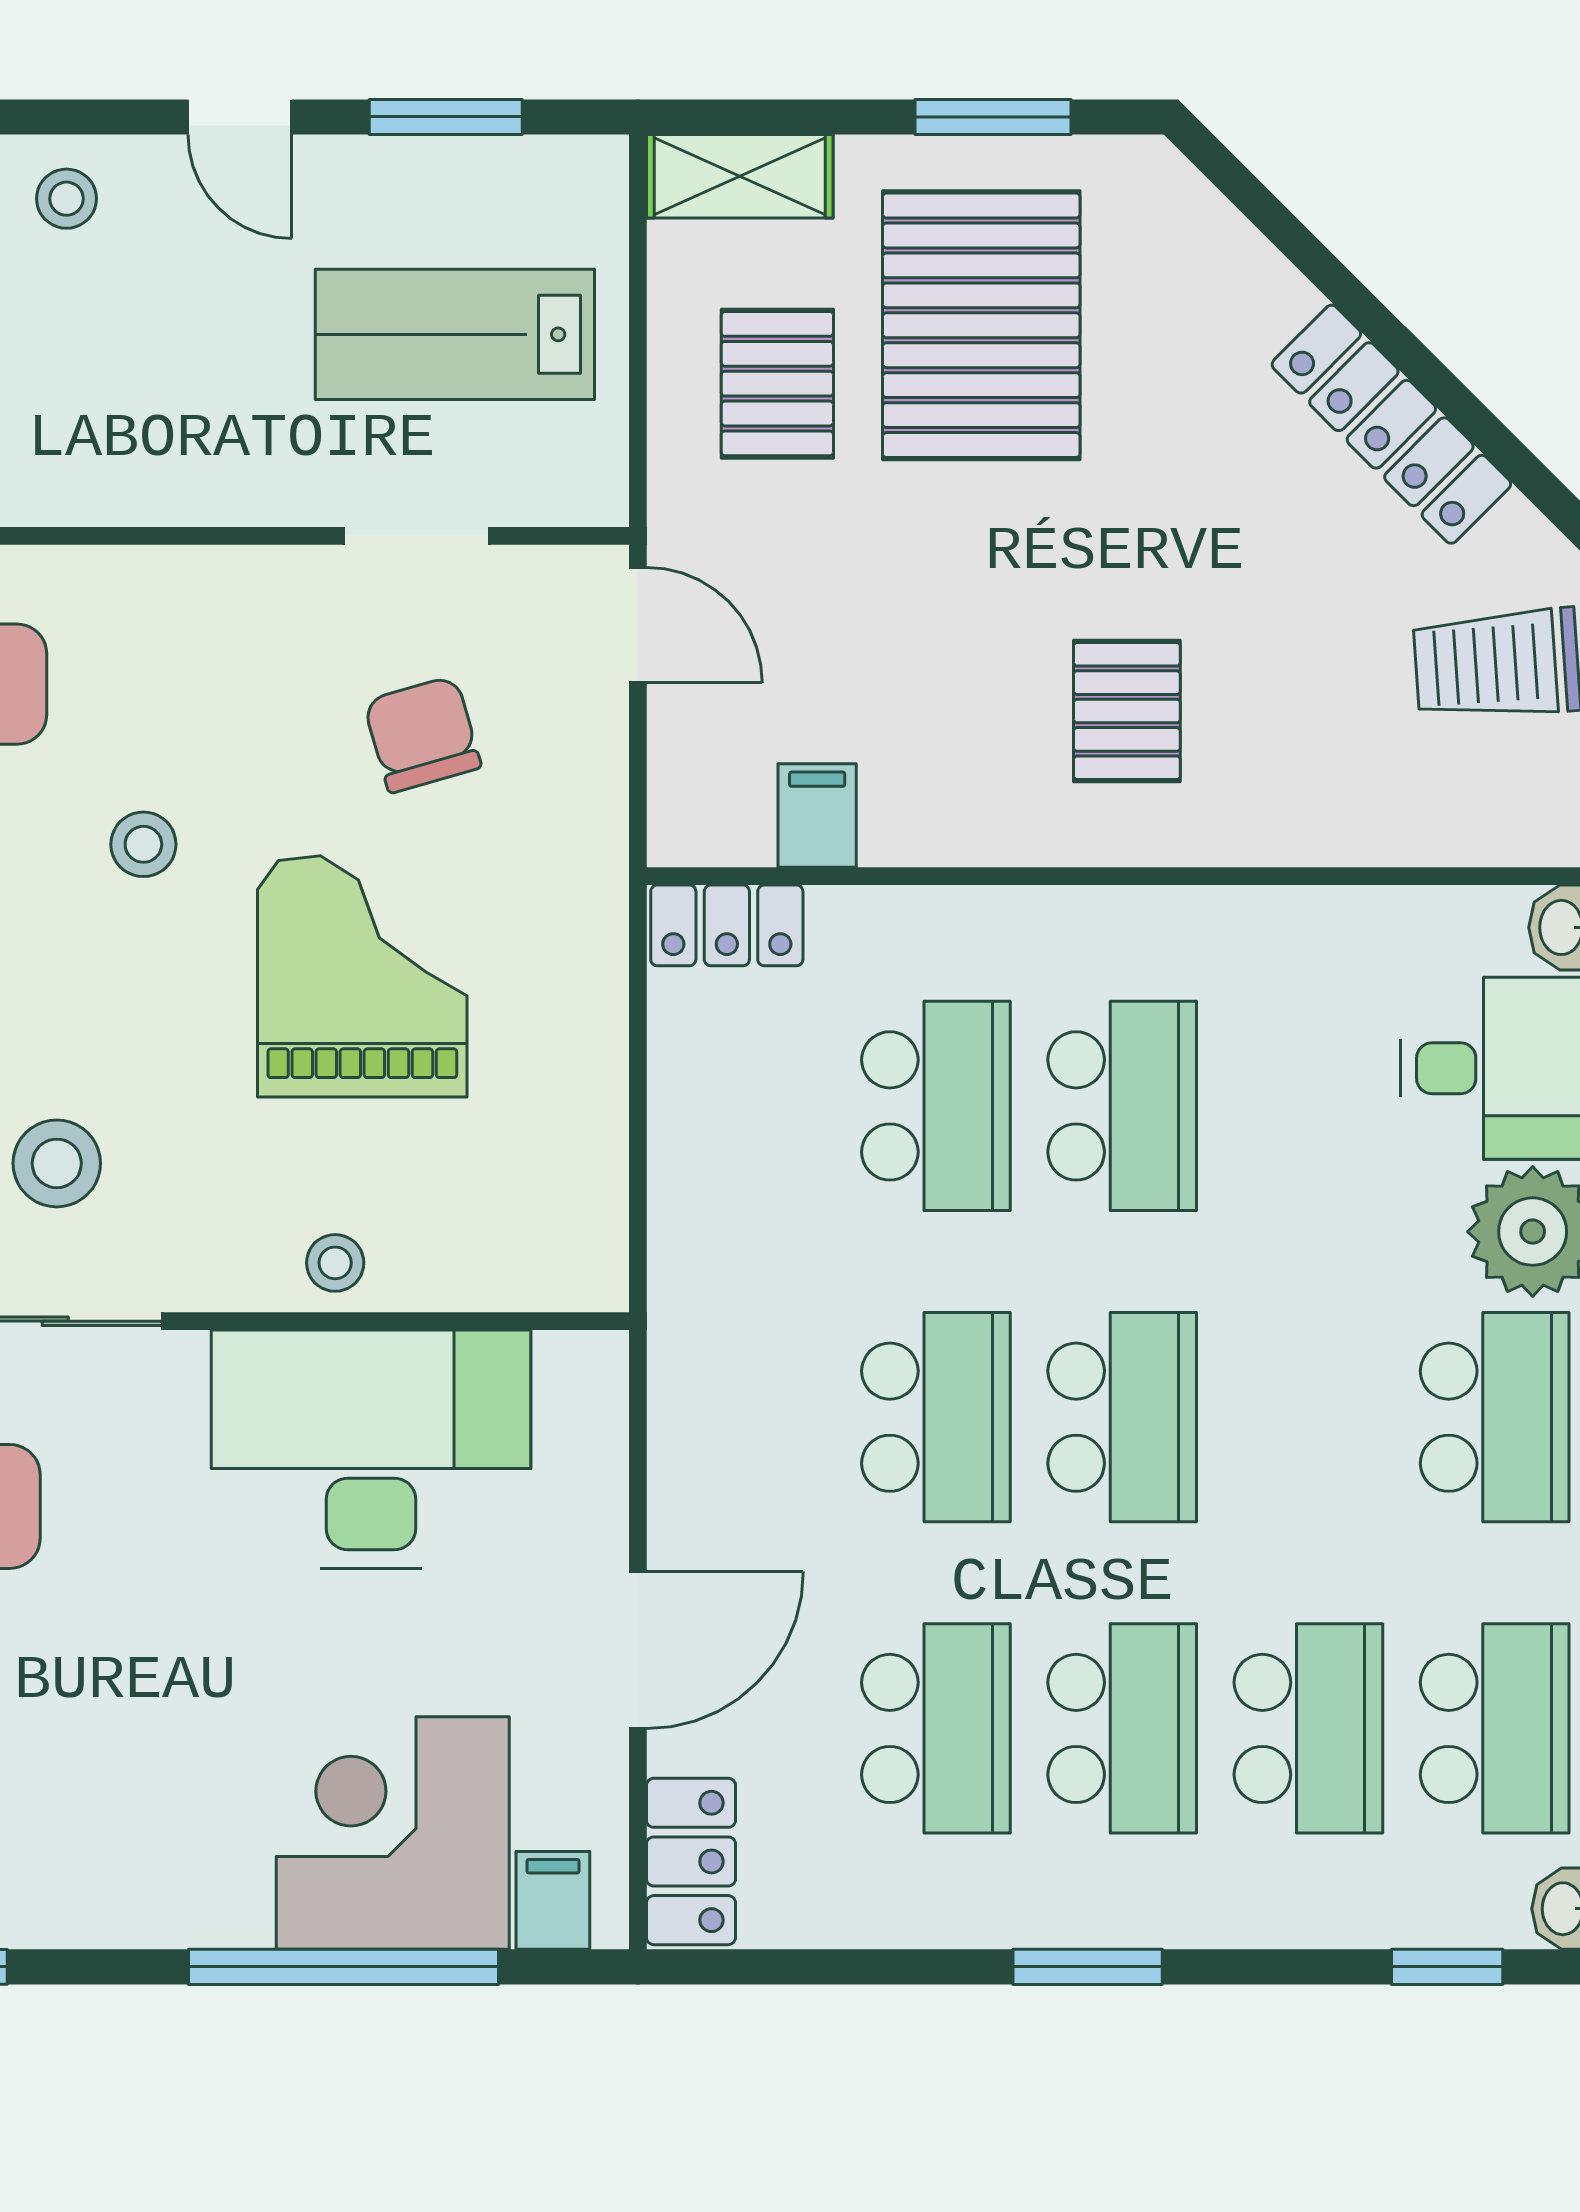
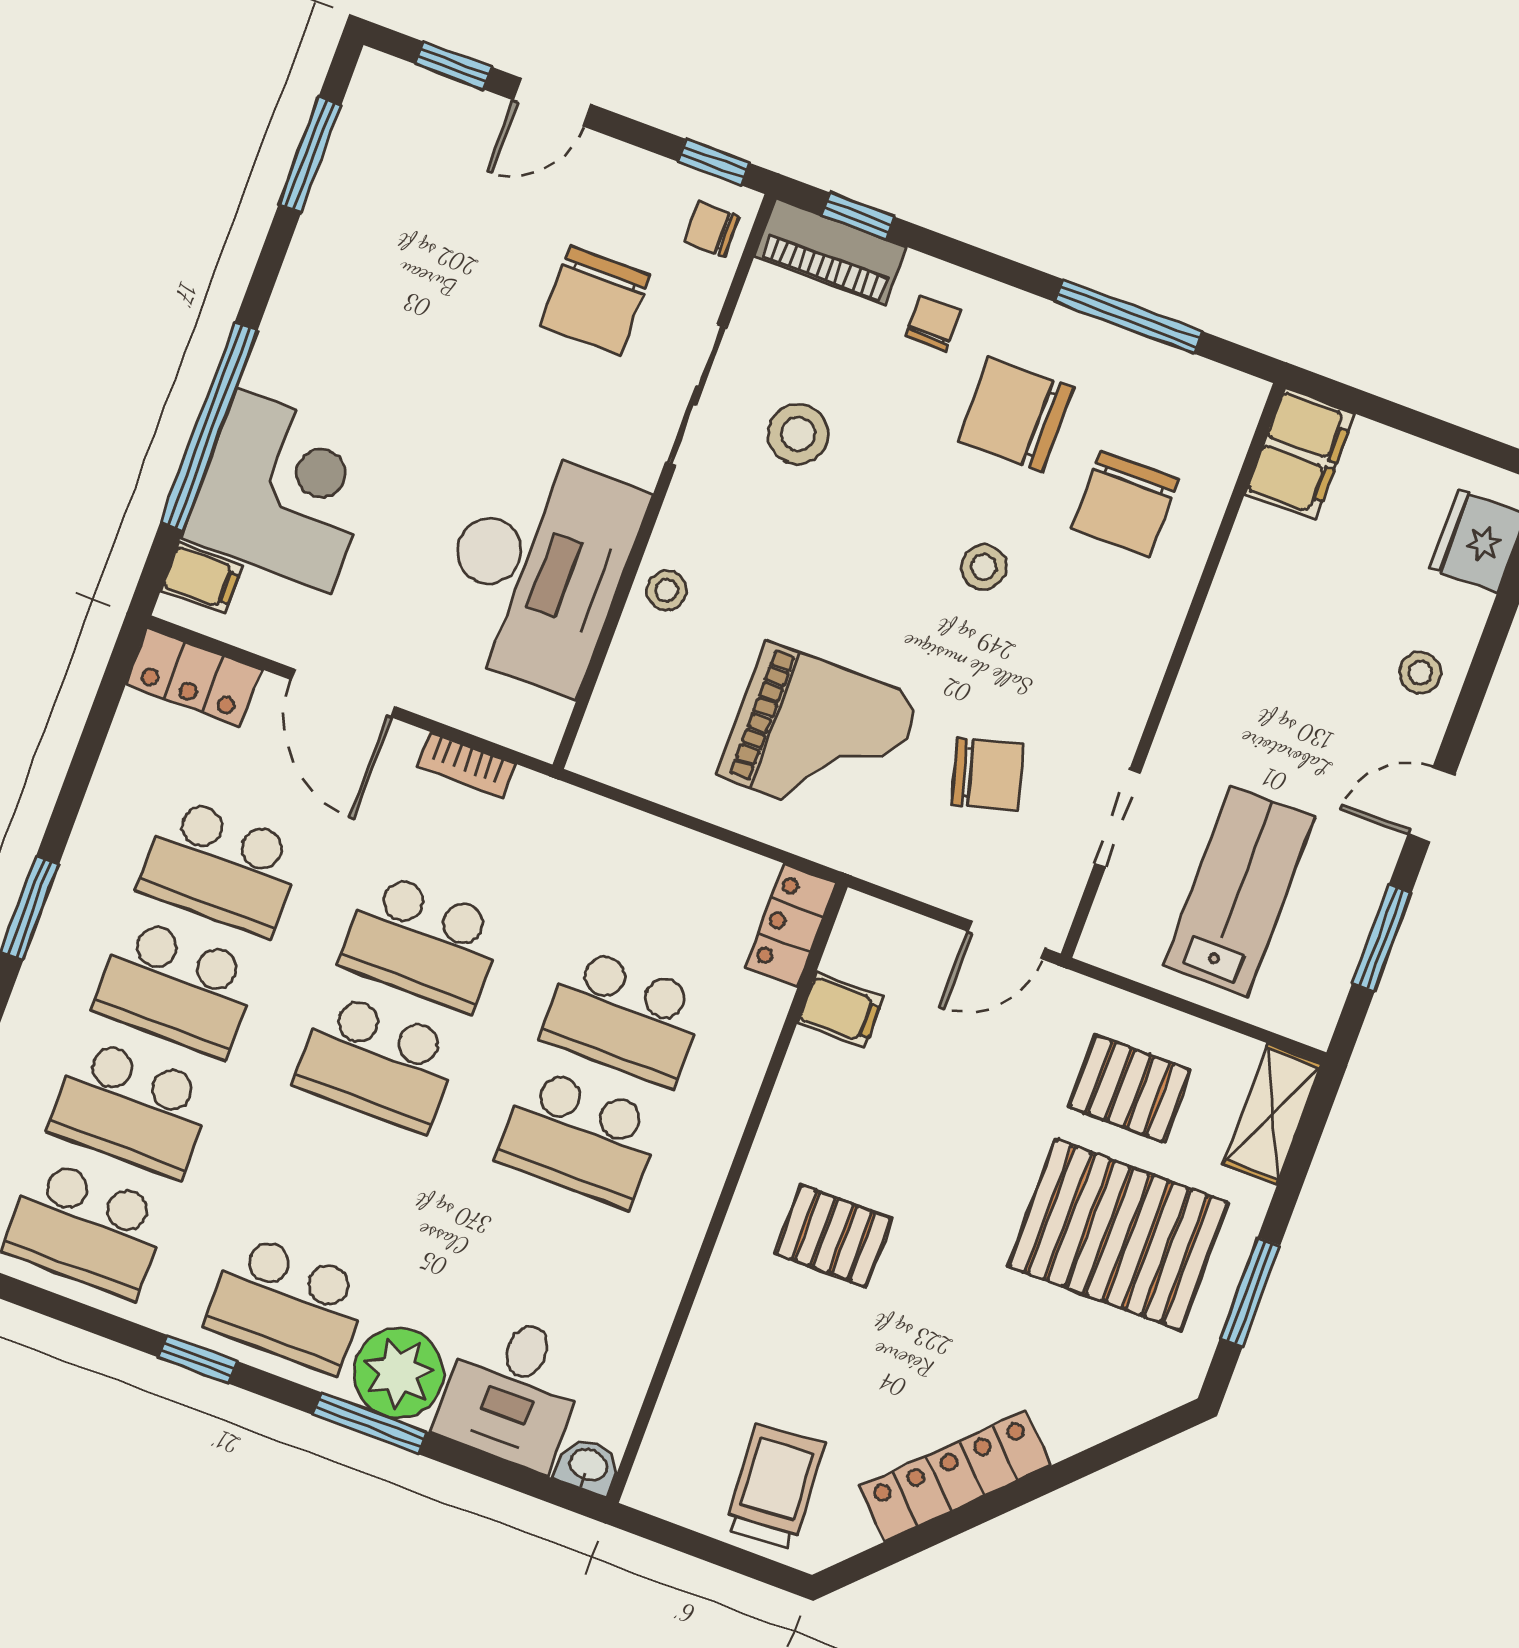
grand piano: (362, 976) -> (819, 736), moved
bookcase: (673, 1447) -> (466, 765), added

